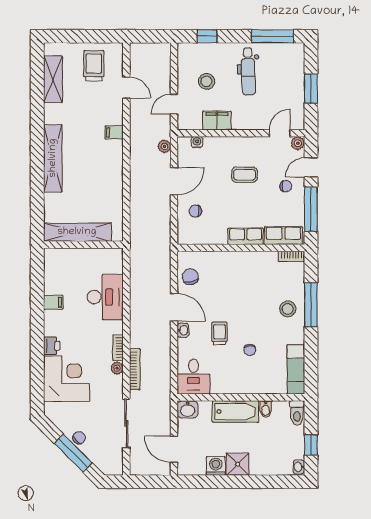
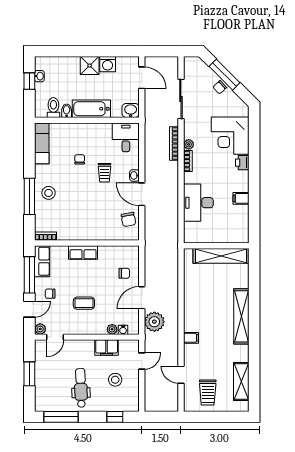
plant: (210, 143) -> (112, 329), added
plant: (164, 146) -> (154, 322), width x1.88, depth x1.88
row of seats: (283, 236) -> (42, 261), moved, turned -90
toilet: (297, 413) -> (53, 108), moved
washbasin: (299, 467) -> (39, 76), moved

